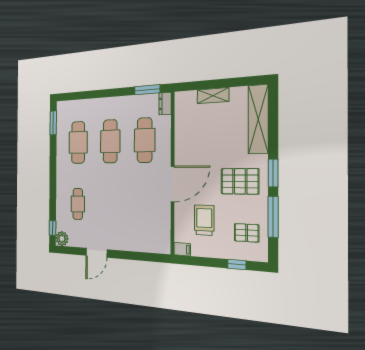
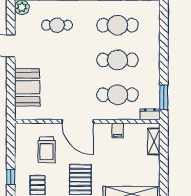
shelving: (213, 96) -> (154, 142), moved
trolley: (204, 220) -> (47, 150), turned 90
booth: (137, 238) -> (27, 87), added
filing cabinet: (182, 249) -> (118, 130), moved

